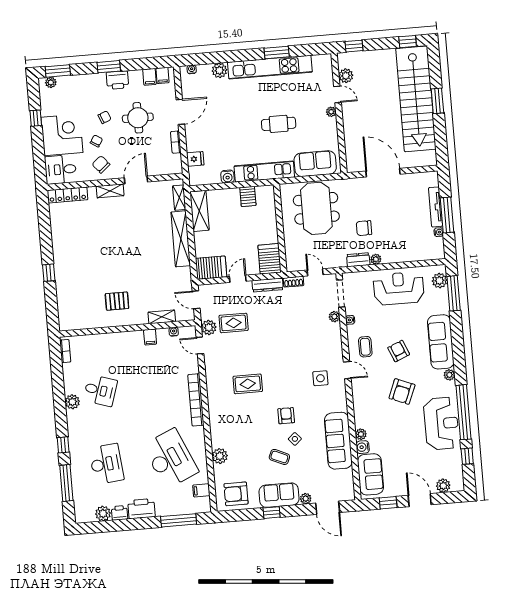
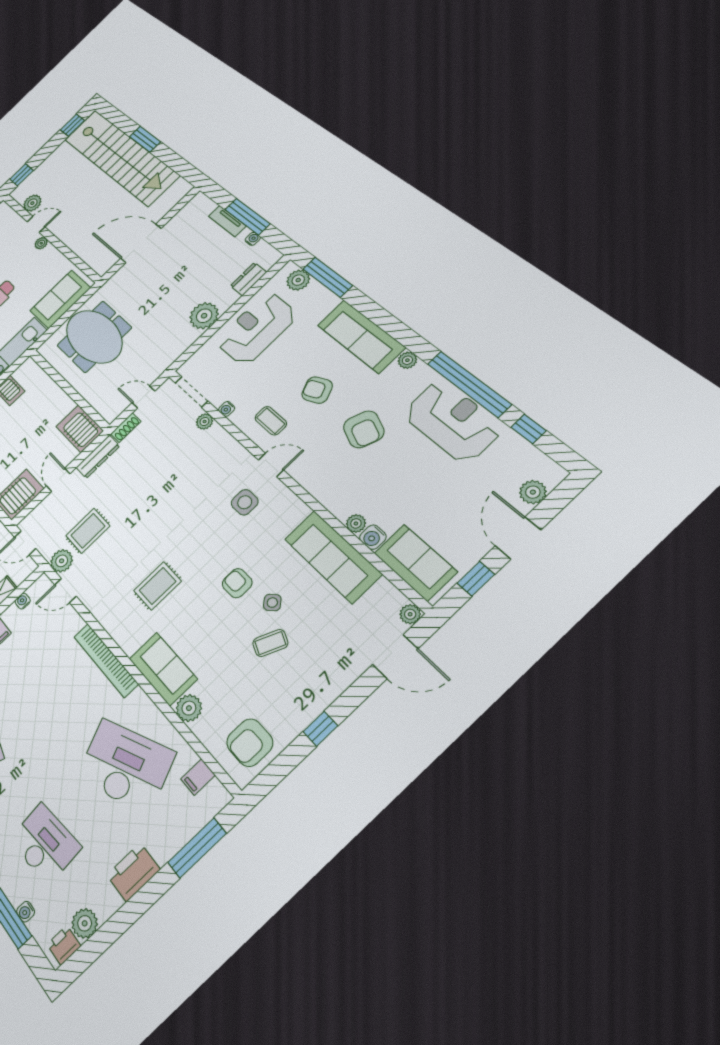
tv unit: (436, 207) -> (227, 221), width x0.71
chair: (364, 228) -> (163, 308), removed
plant: (376, 259) -> (204, 316), width x1.87, depth x1.87
dresser: (358, 260) -> (248, 279), moved
water cooler: (77, 488) -> (26, 912), added
sofa: (279, 495) -> (163, 669), moved, turned 90
plant: (306, 499) -> (410, 614), moved
door: (420, 500) -> (518, 538), hinge flipped
printer: (120, 513) -> (64, 945), moved

